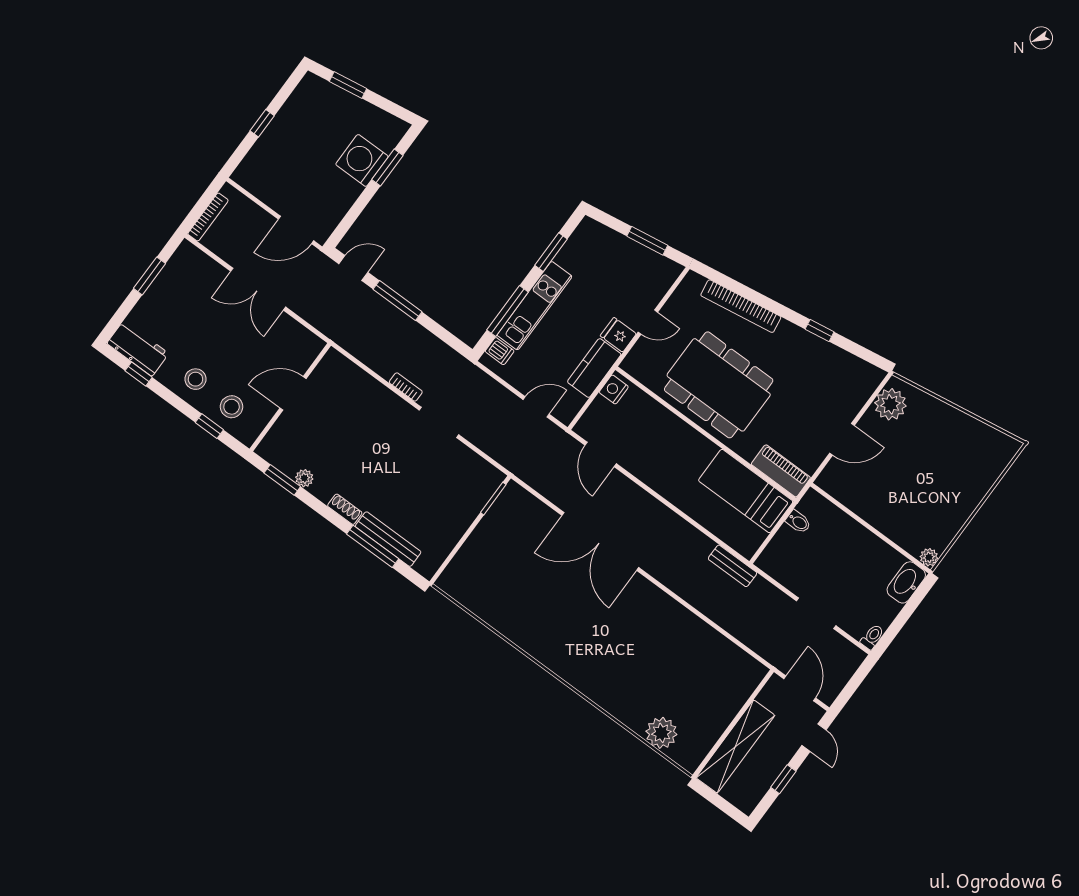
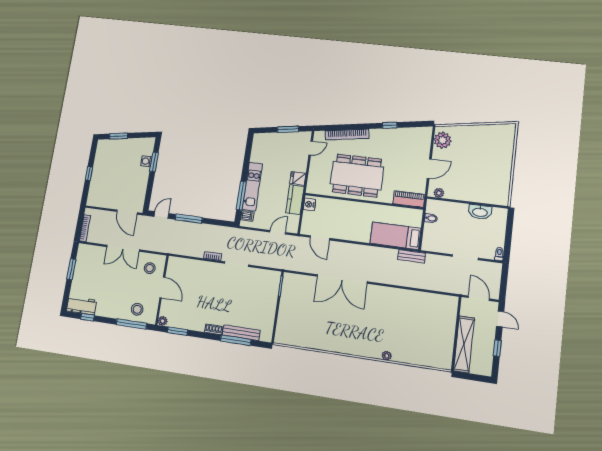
washing machine: (362, 160) -> (146, 161), width x0.53, depth x0.53
door: (296, 230) -> (127, 212), hinge flipped
window: (551, 252) -> (247, 158), removed
door: (648, 322) -> (311, 148), moved
stool: (195, 379) -> (150, 268), moved
door: (293, 393) -> (162, 287), swing flipped
window: (209, 426) -> (131, 324), width x2.17
plant: (304, 478) -> (163, 321), moved
bed: (746, 491) -> (395, 236), moved
plant: (929, 557) -> (439, 193), moved
washbasin: (906, 582) -> (480, 212), moved, turned -90
plant: (661, 733) -> (387, 356), moved, width x0.53, depth x0.53

